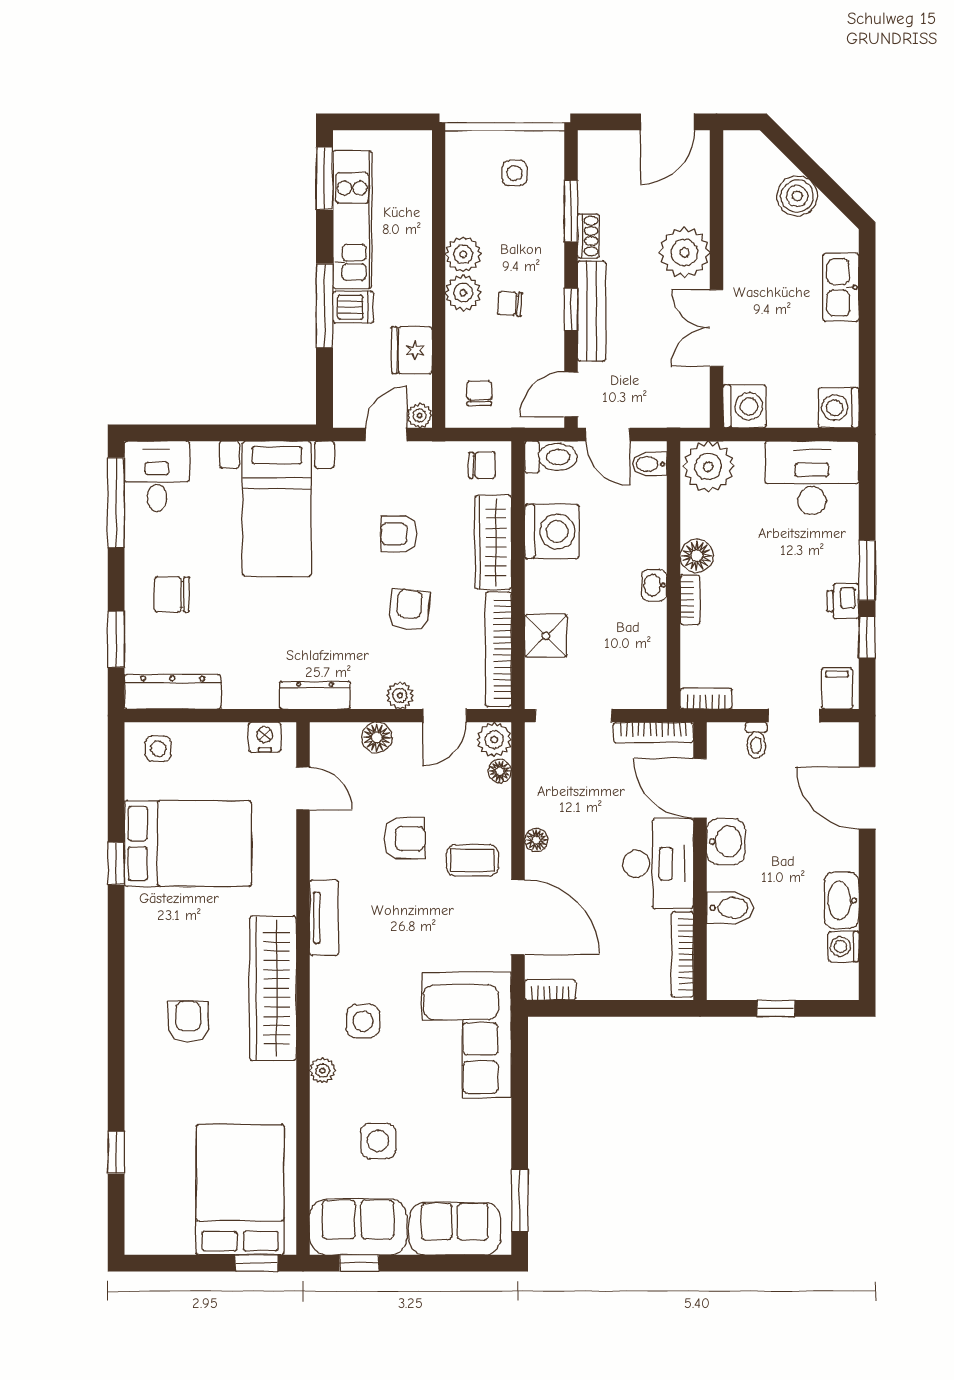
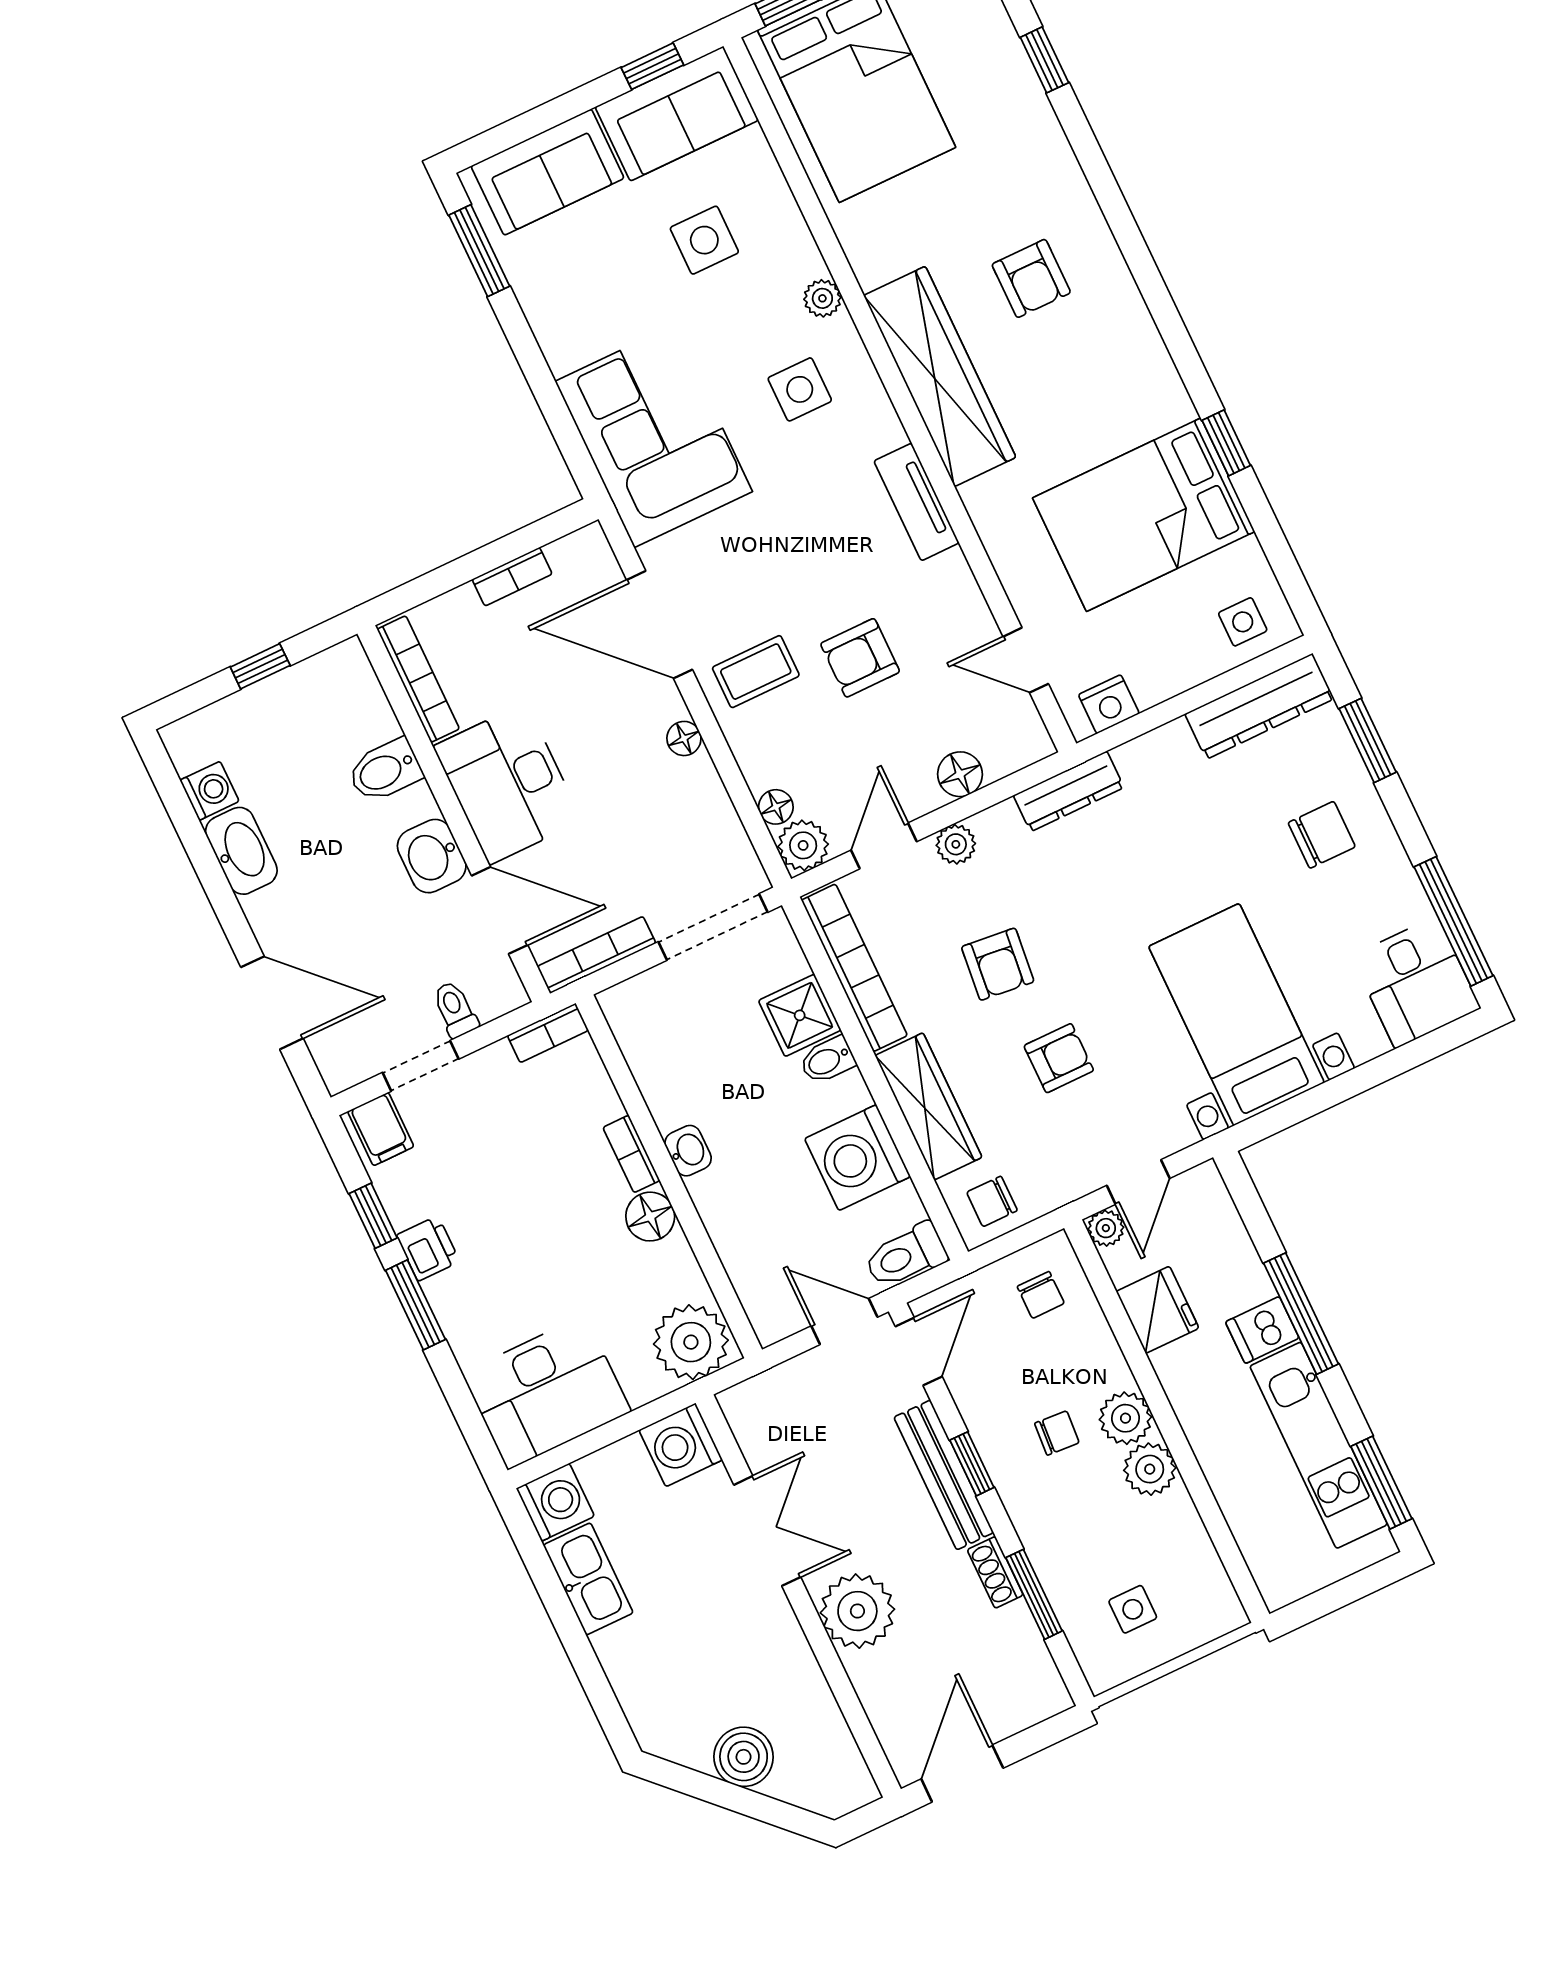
kitchen sink: (841, 287) -> (588, 1579), moved
bidet: (650, 464) -> (827, 1060), moved, turned 180
bookcase: (550, 990) -> (512, 577), moved

